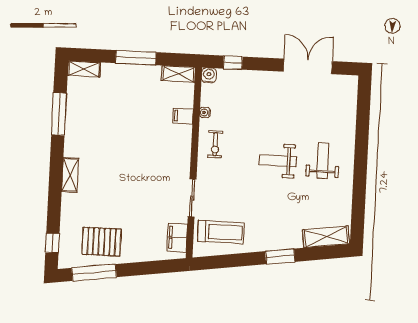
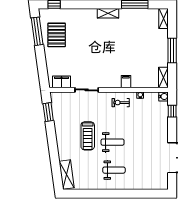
filing cabinet: (183, 116) -> (126, 82), moved
weight bench: (278, 161) -> (113, 142), turned 90
shelving: (70, 175) -> (108, 13), moved
treadmill: (221, 232) -> (88, 136), moved
window: (280, 256) -> (48, 112), moved

